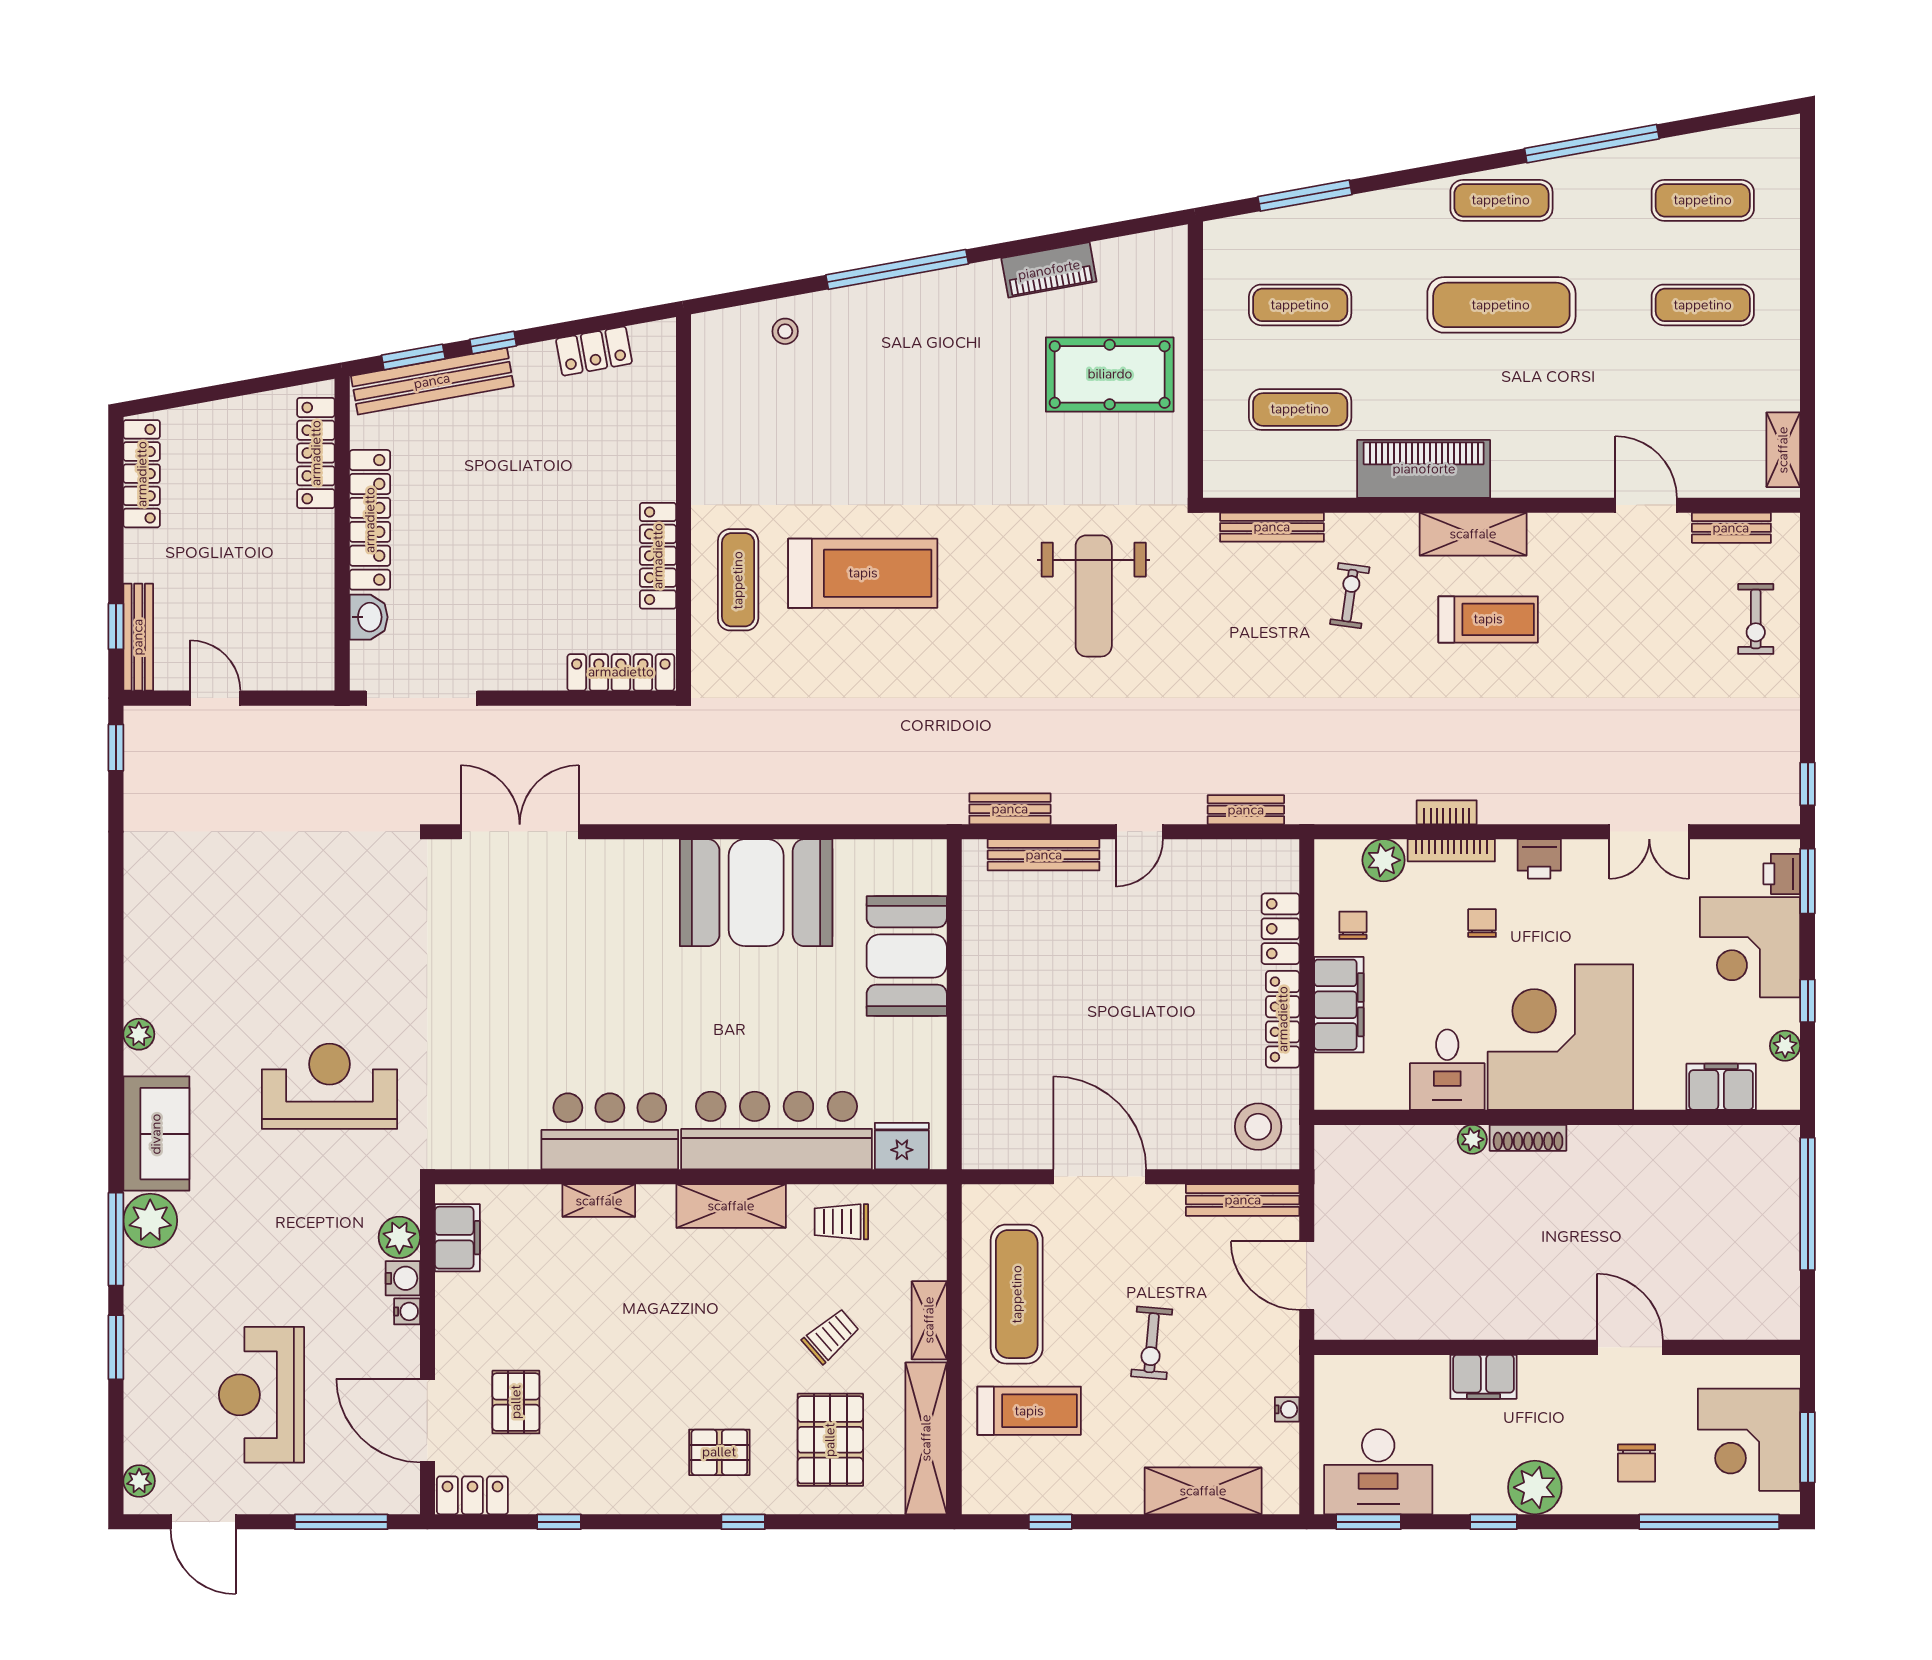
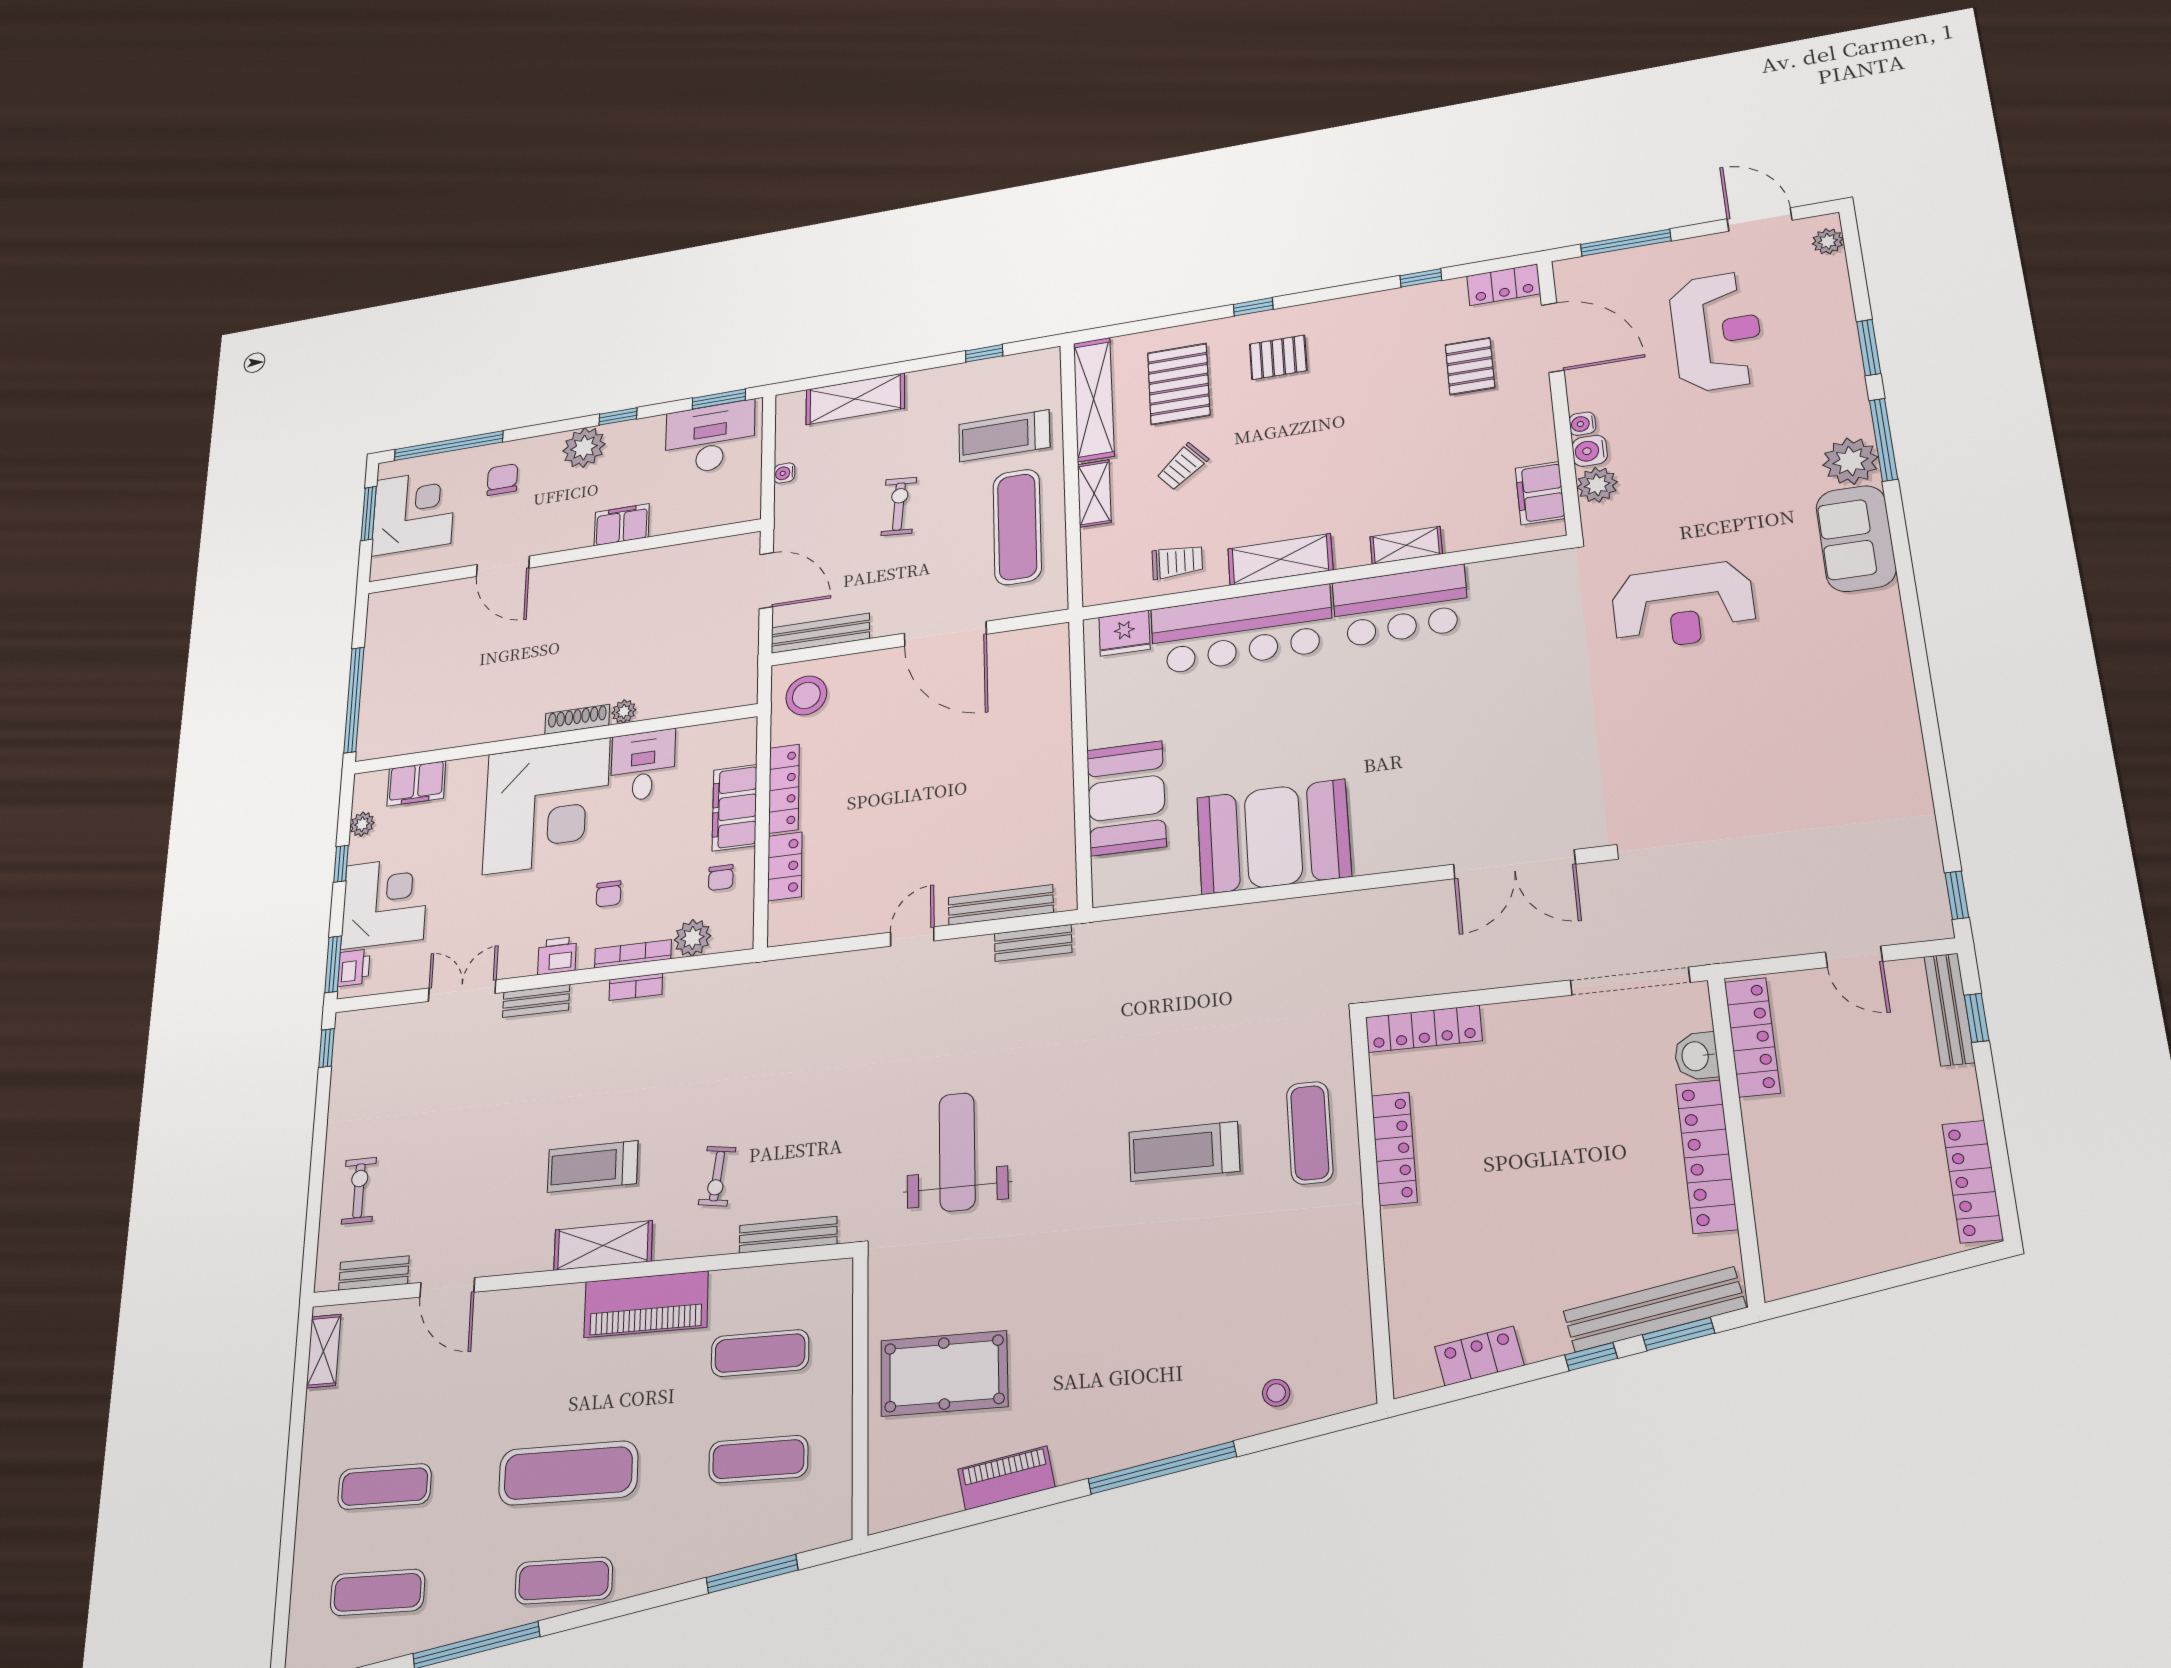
locker: (316, 453) -> (1752, 1037), moved
treadmill: (863, 573) -> (1184, 1152), width x0.73, depth x0.73
bench: (1246, 810) -> (536, 1001), moved
plant: (139, 1034) -> (1888, 625), removed

